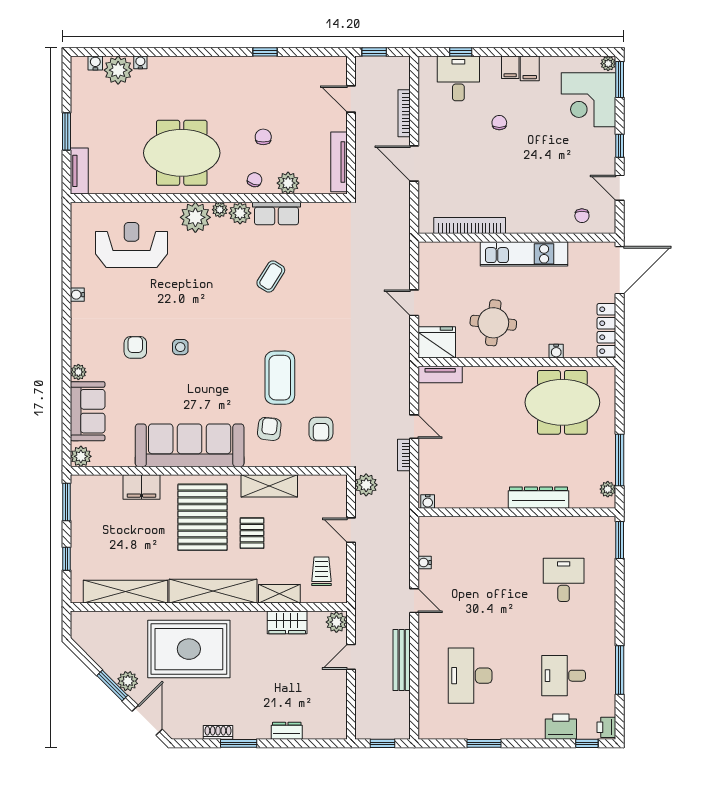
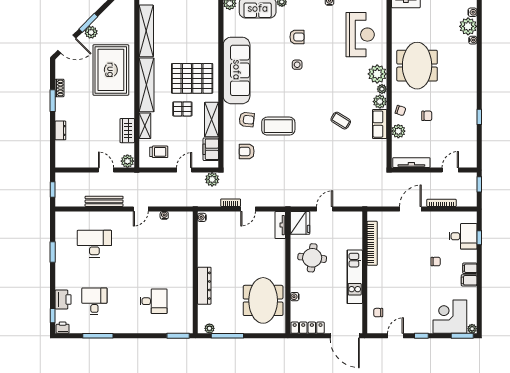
filing cabinet: (142, 487) -> (211, 149), moved

